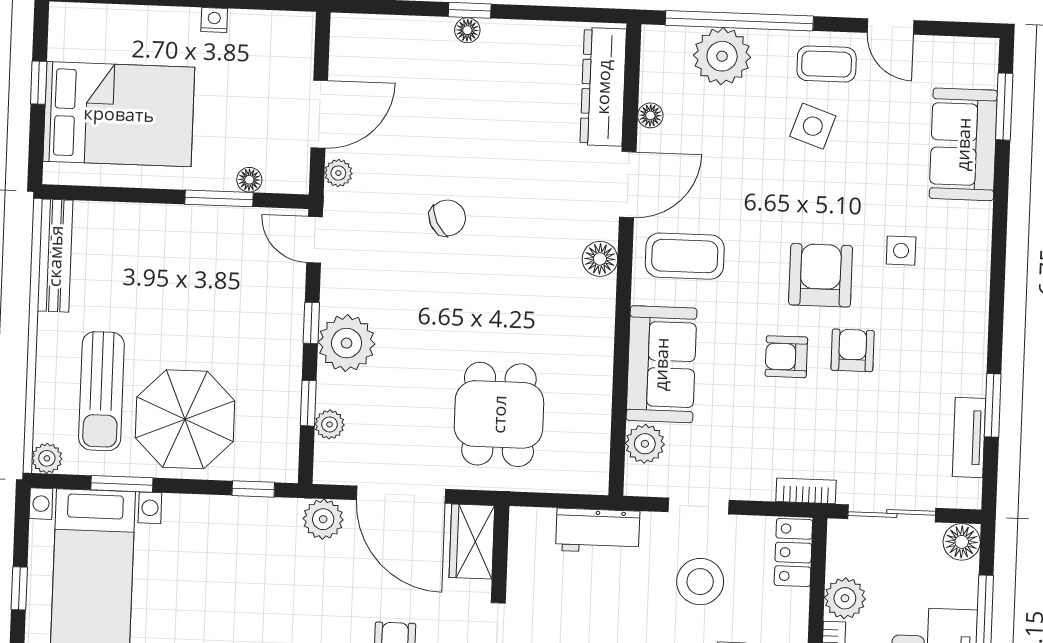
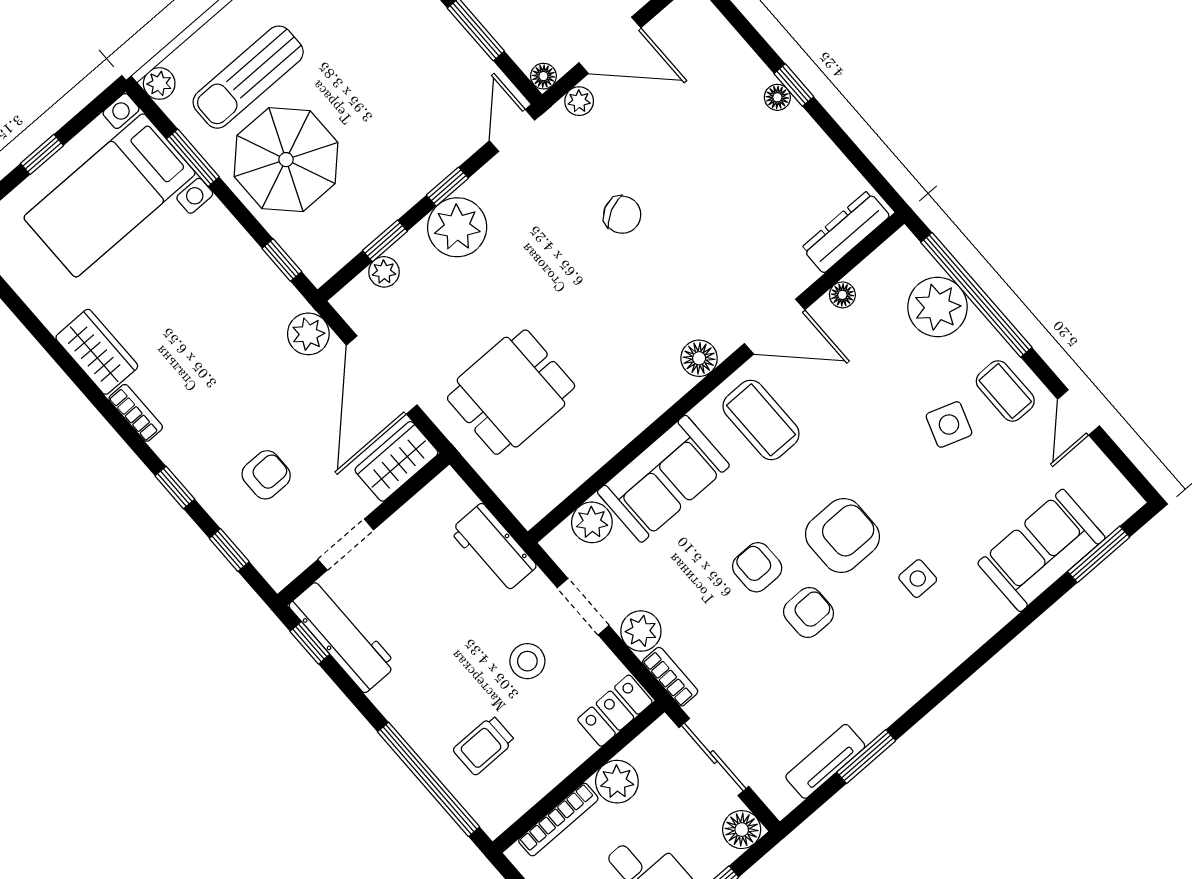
dresser: (603, 87) -> (846, 232), width x0.73, depth x0.80
floor lamp: (249, 180) -> (543, 76), moved
plant: (754, 481) -> (641, 631), added
stool: (700, 582) -> (527, 661), width x0.73, depth x0.73

